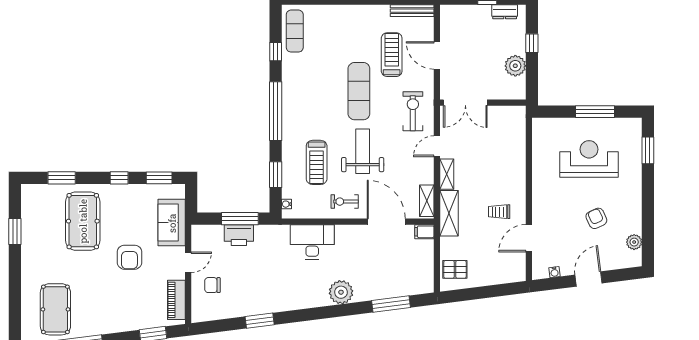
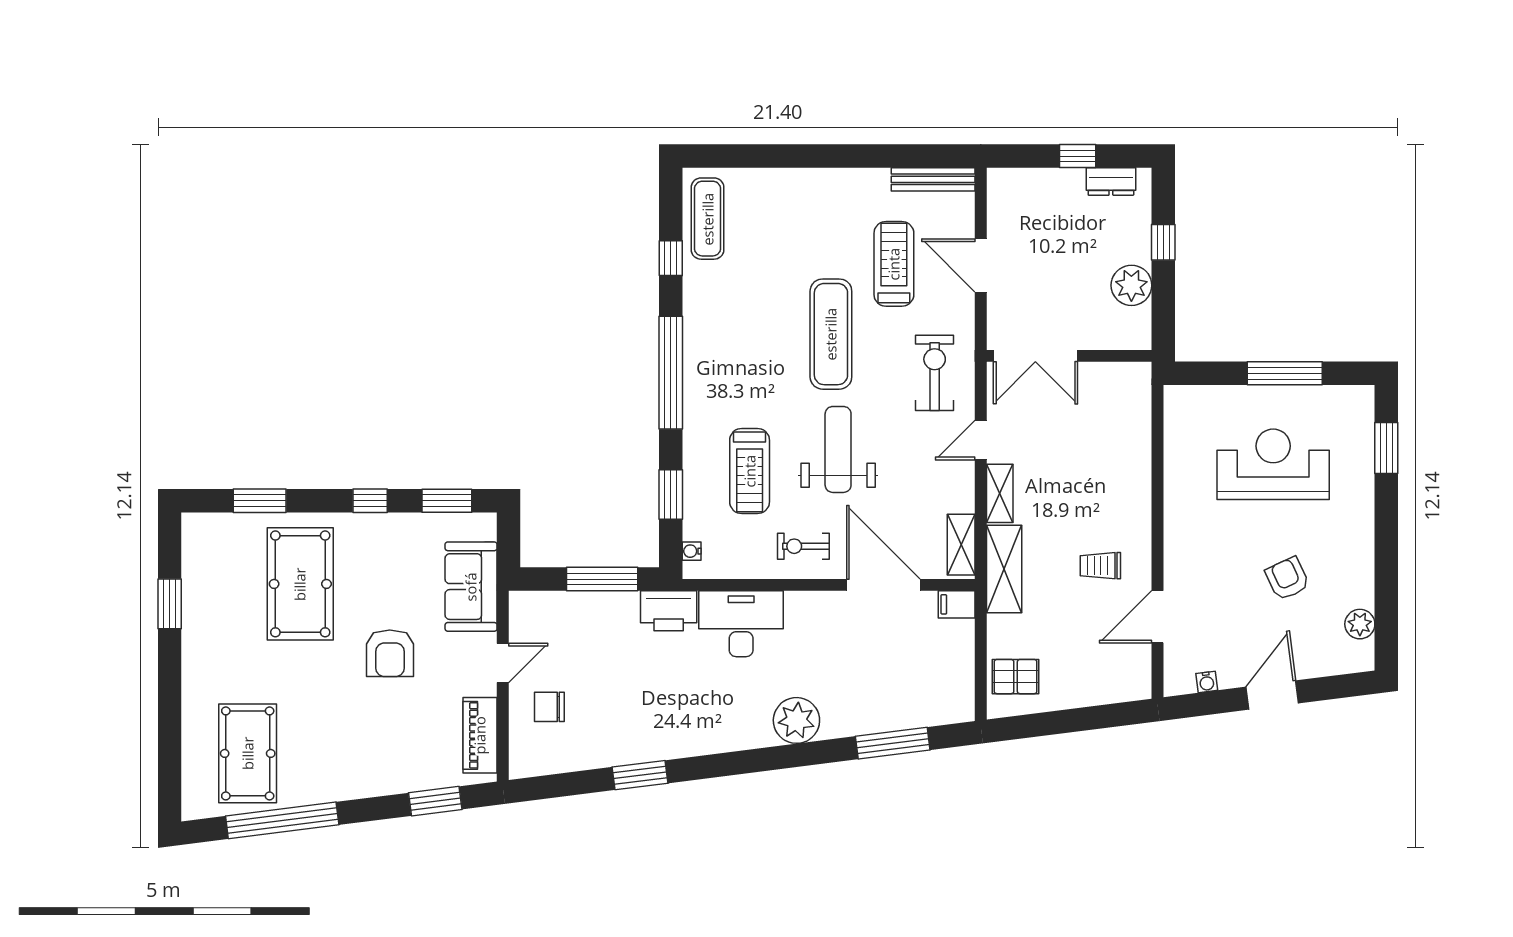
printer: (239, 235) -> (669, 611), moved

